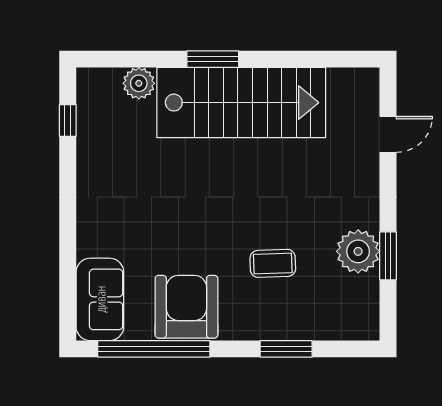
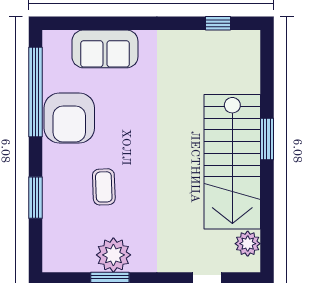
plant: (139, 83) -> (248, 244), moved
sofa: (100, 299) -> (105, 49), moved
armchair: (186, 307) -> (69, 118), turned 90

